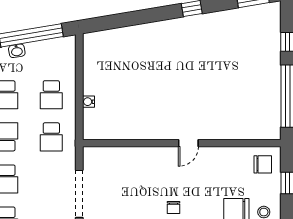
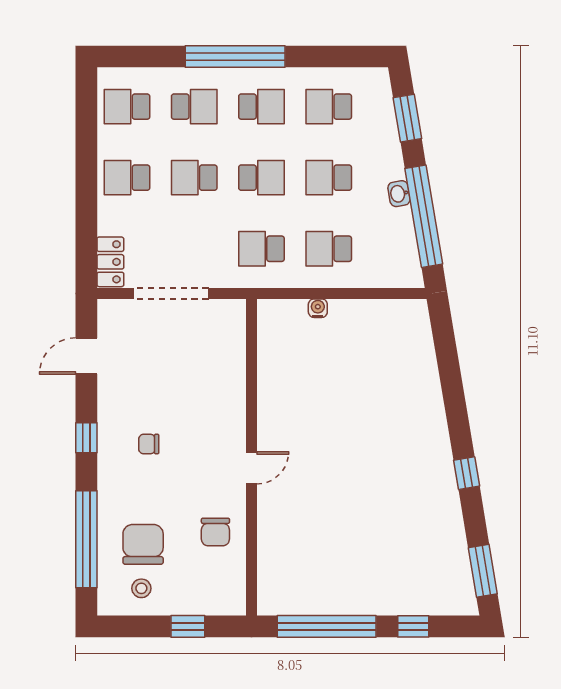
door: (188, 143) -> (251, 468), swing flipped
chair: (263, 164) -> (215, 532), moved

